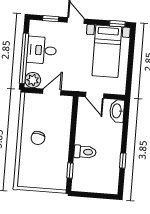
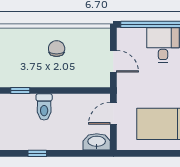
plant: (33, 80) -> (126, 37), removed
chair: (38, 138) -> (57, 49), turned 81

